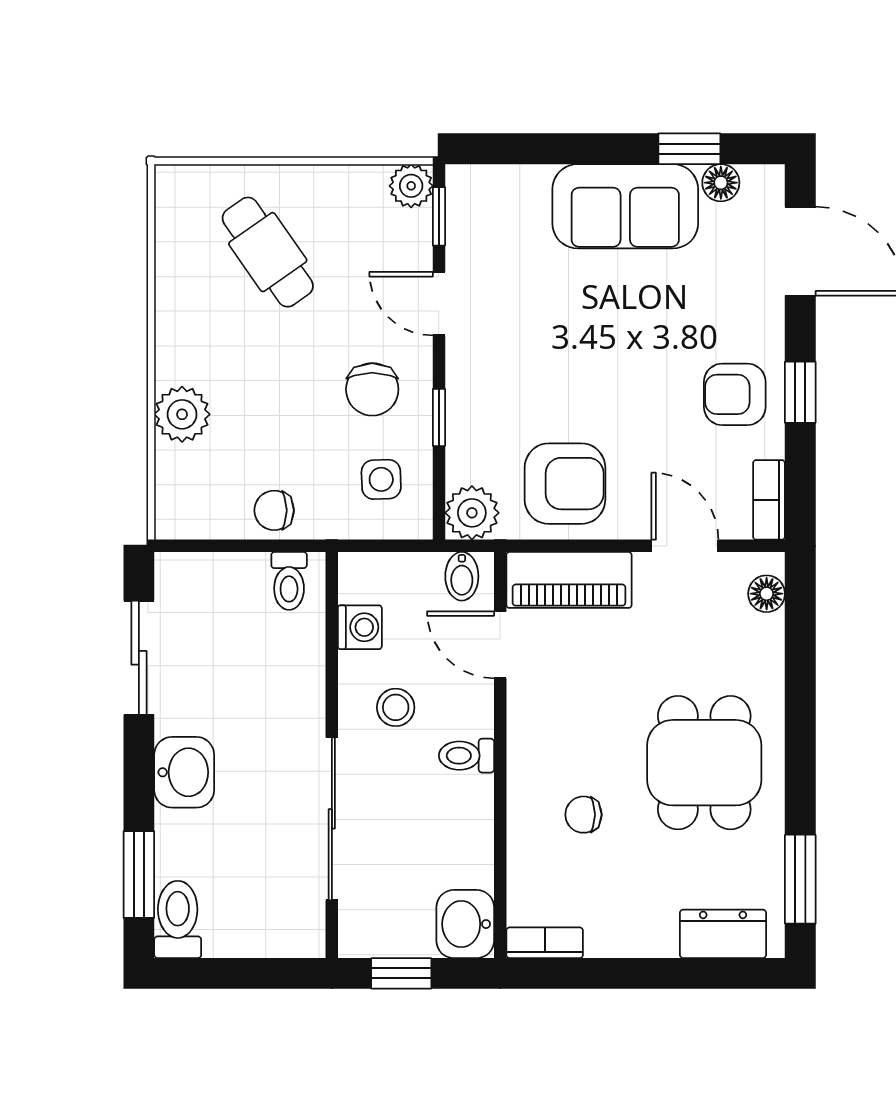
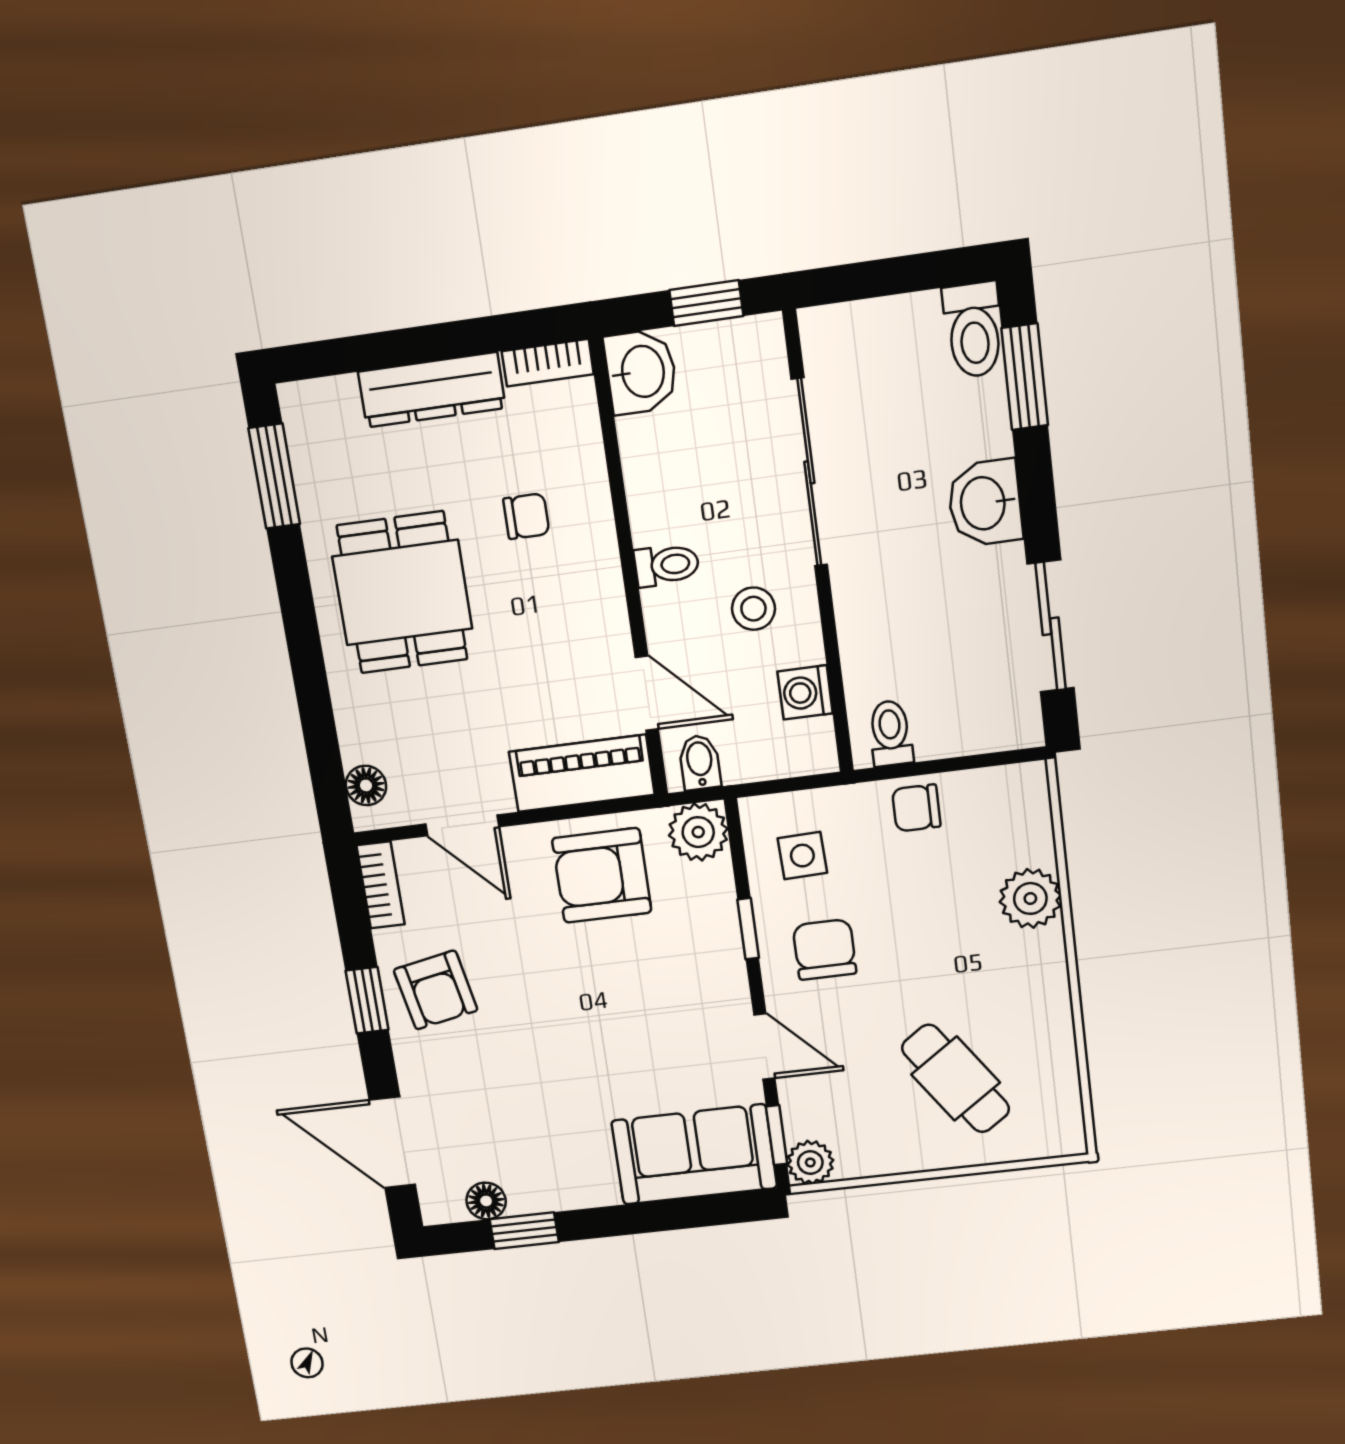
sofa: (625, 206) -> (694, 1154), moved
armchair: (735, 394) -> (436, 990), turned 79
chair: (274, 510) -> (916, 808), turned 180
dresser: (723, 934) -> (432, 390), moved, width x1.44

